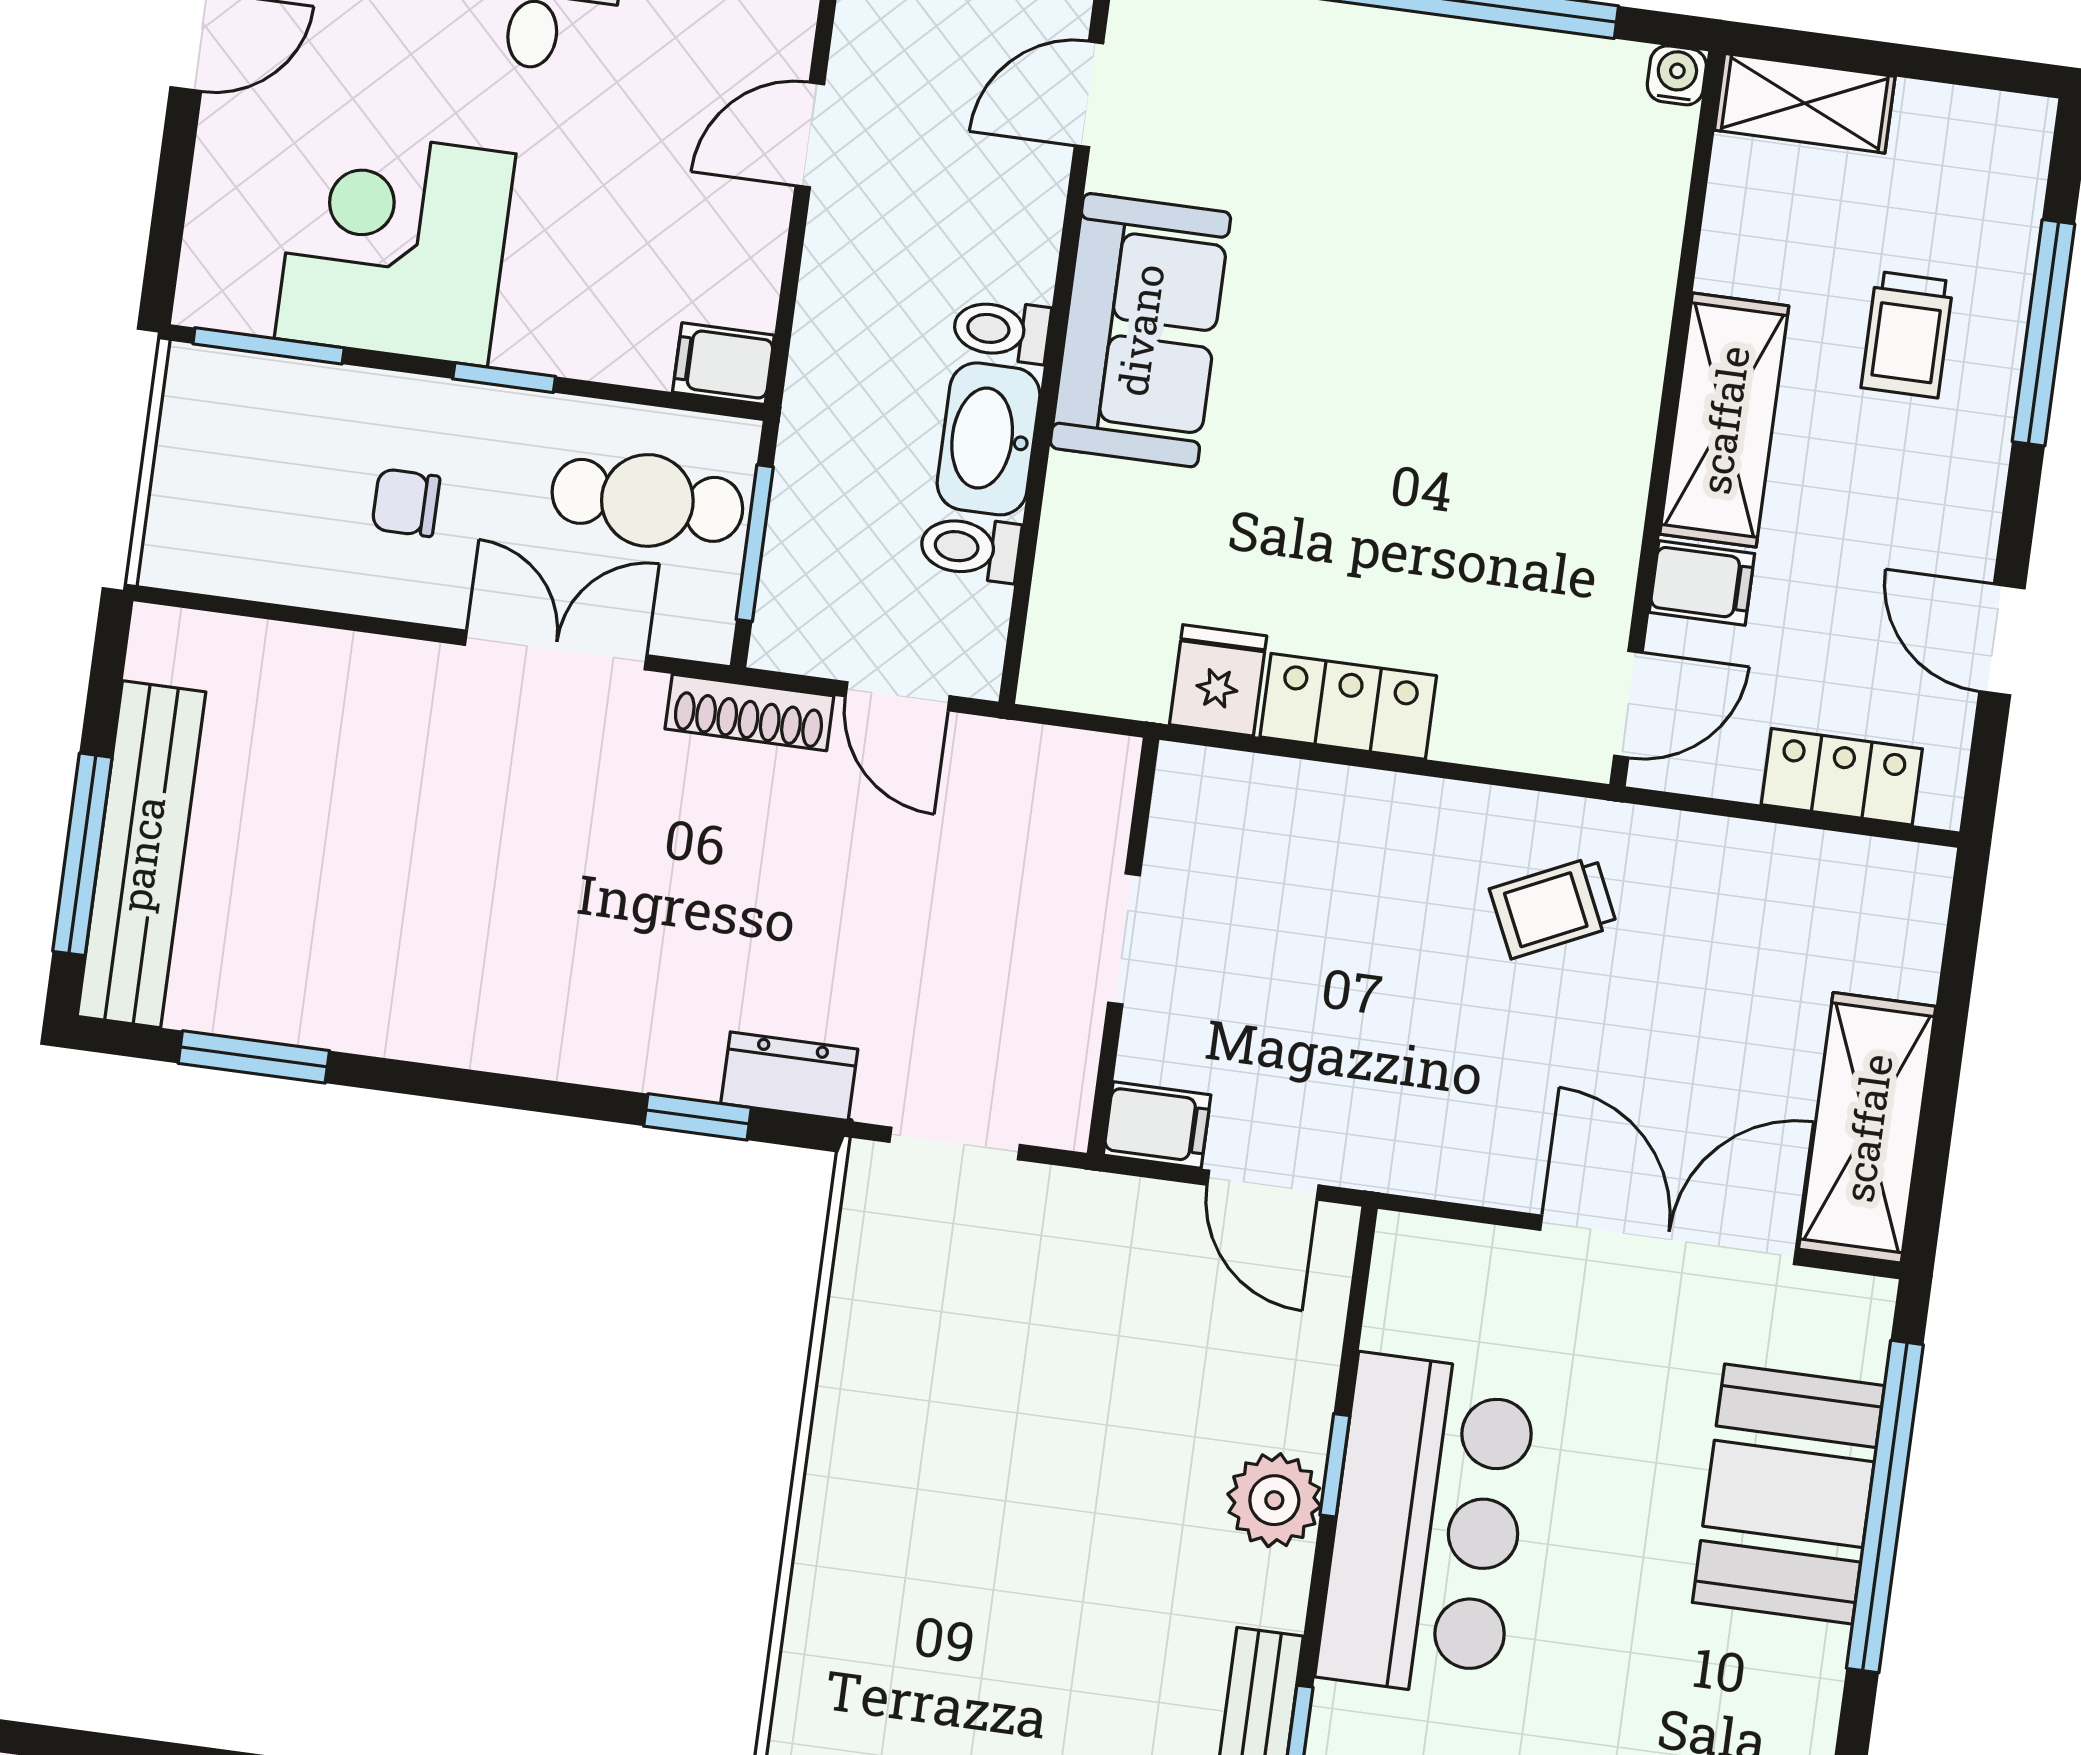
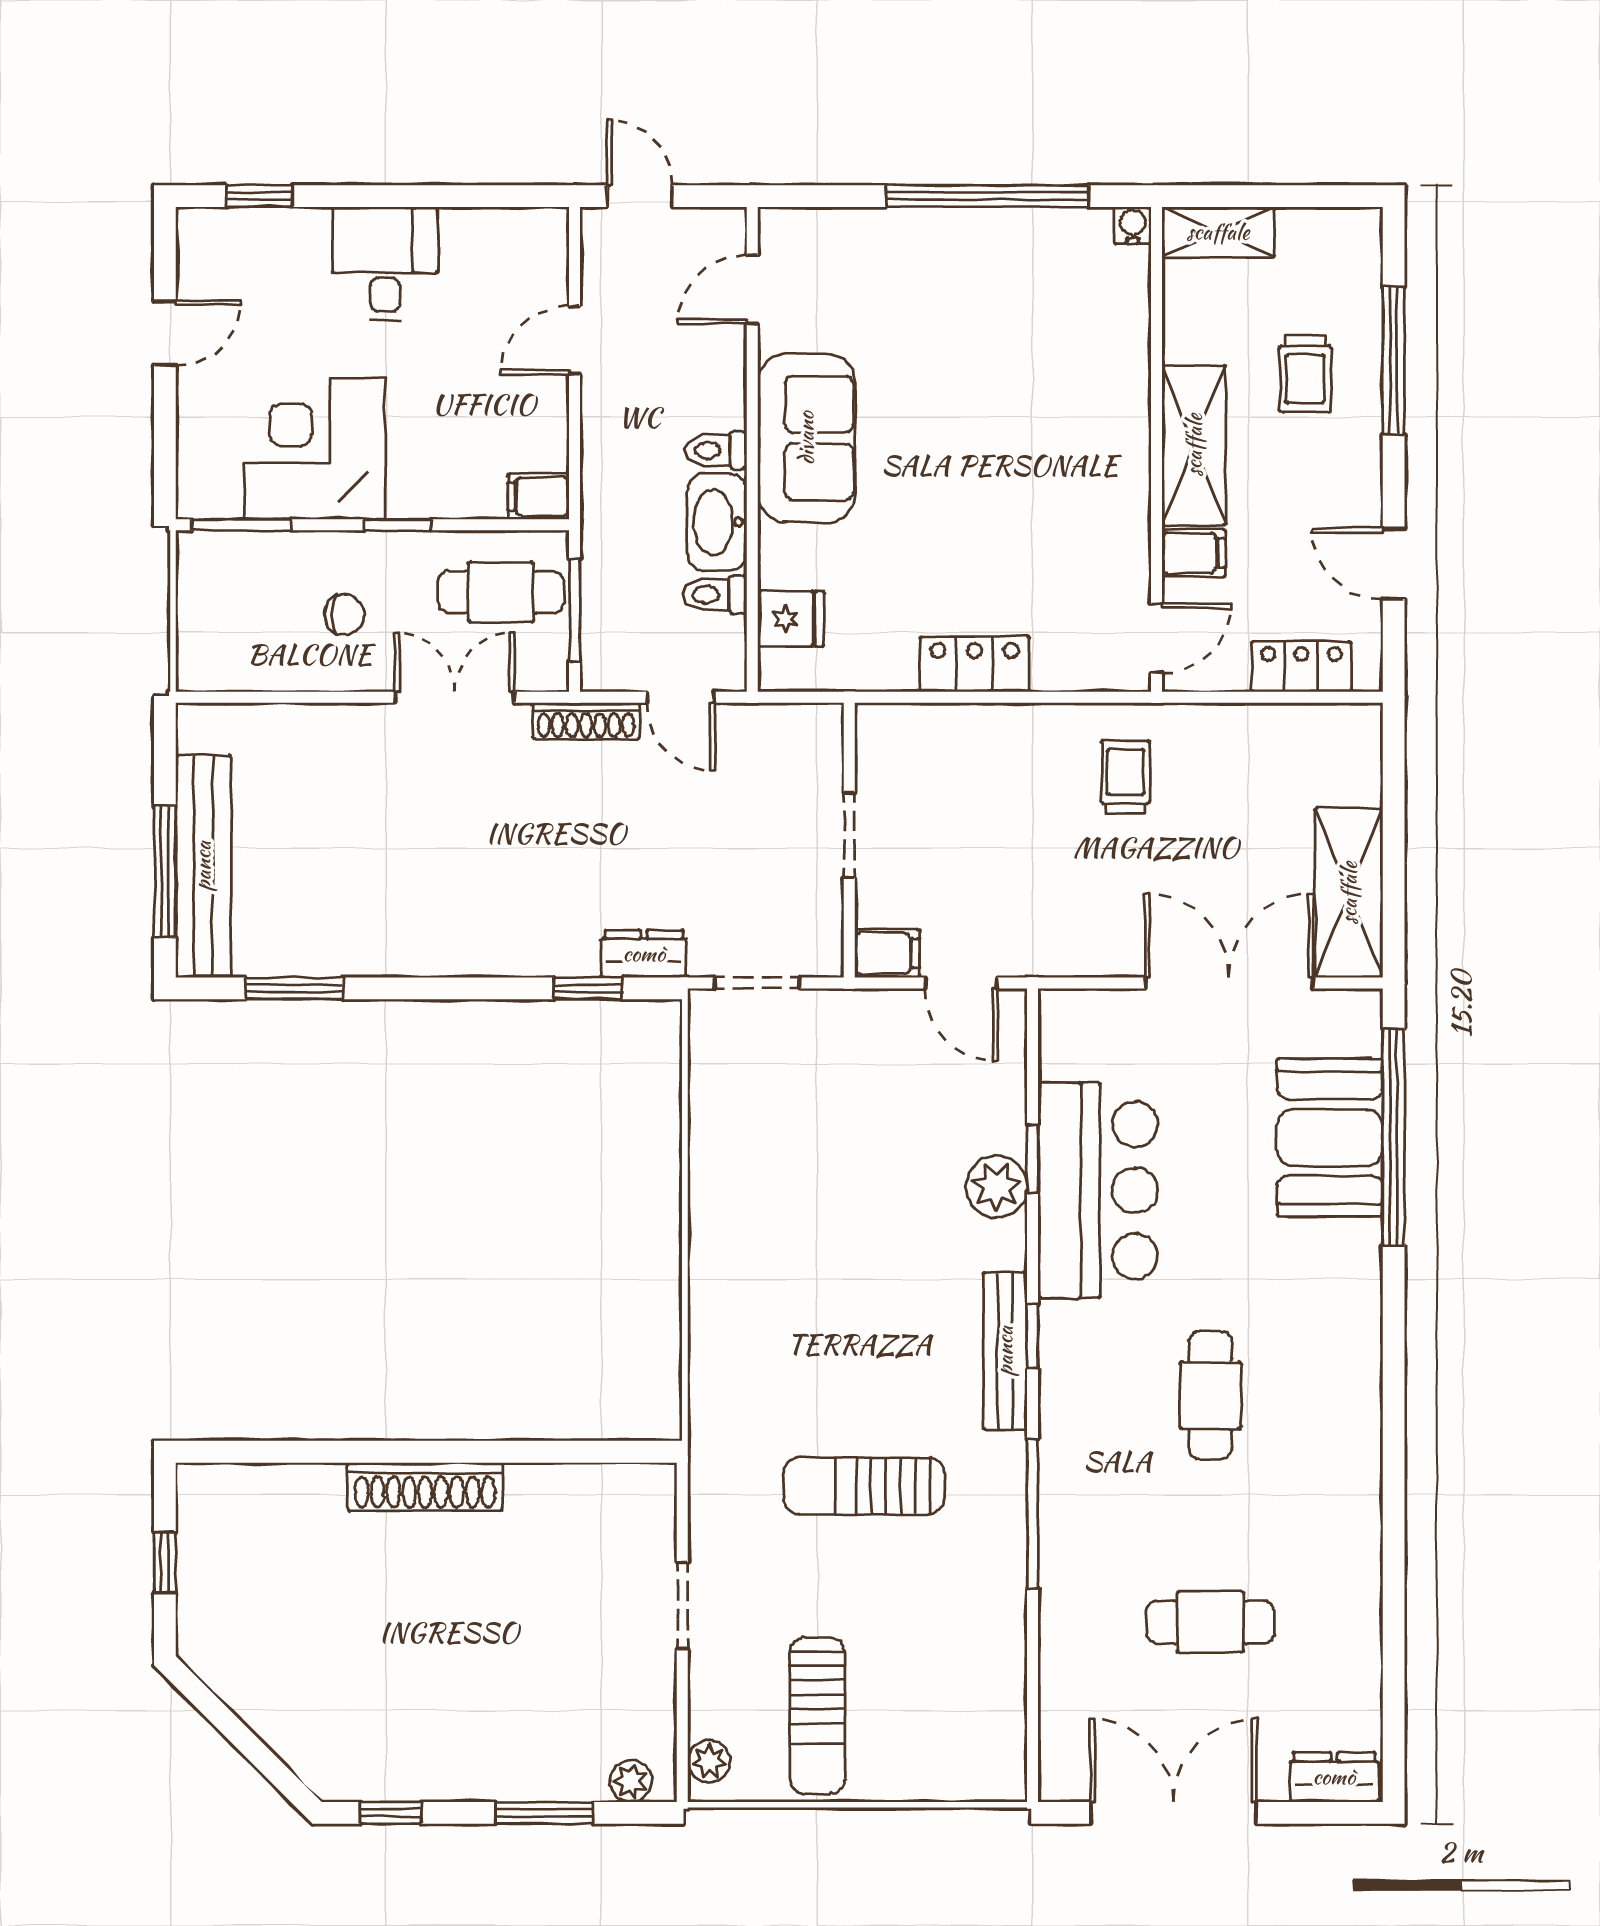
chair: (406, 503) -> (344, 615), turned 180
fridge: (1218, 680) -> (791, 619), moved, turned 90
trolley: (1553, 907) -> (1125, 777), turned 115

